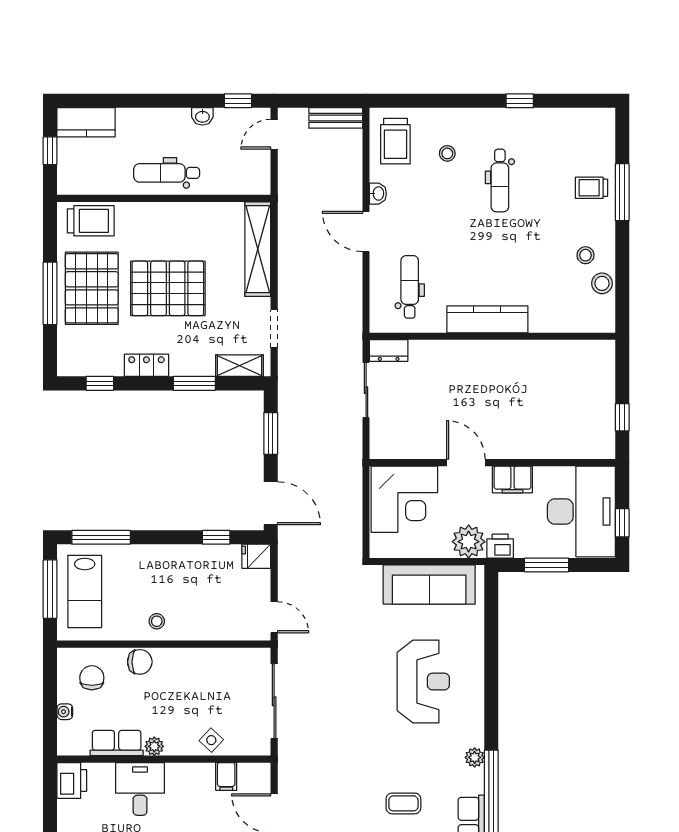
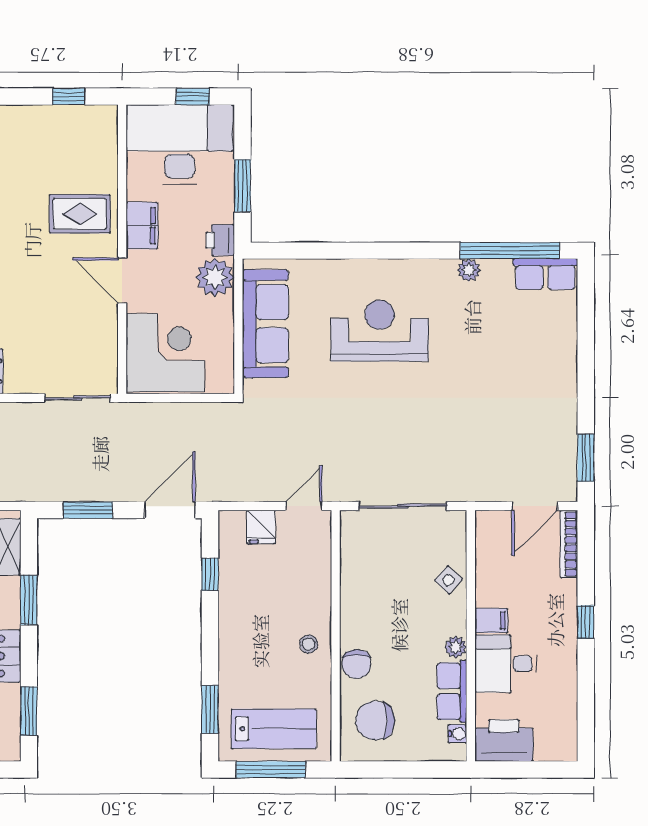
window: (100, 383) -> (29, 711), width x1.50
sliding door: (366, 390) -> (78, 398), moved
rug: (522, 427) -> (80, 214), added
door: (466, 463) -> (122, 280), hinge flipped
window: (101, 537) -> (210, 710), width x0.69
fridge: (256, 556) -> (261, 527), moved
chair: (140, 662) -> (356, 664), turned 180
chair: (92, 678) -> (375, 720), width x1.37, depth x1.37
water cooler: (65, 712) -> (458, 734), moved, turned -90
filing cabinet: (226, 776) -> (491, 620), moved
printer: (72, 781) -> (504, 741), width x1.37, depth x1.19
coffee table: (403, 803) -> (523, 354), removed

